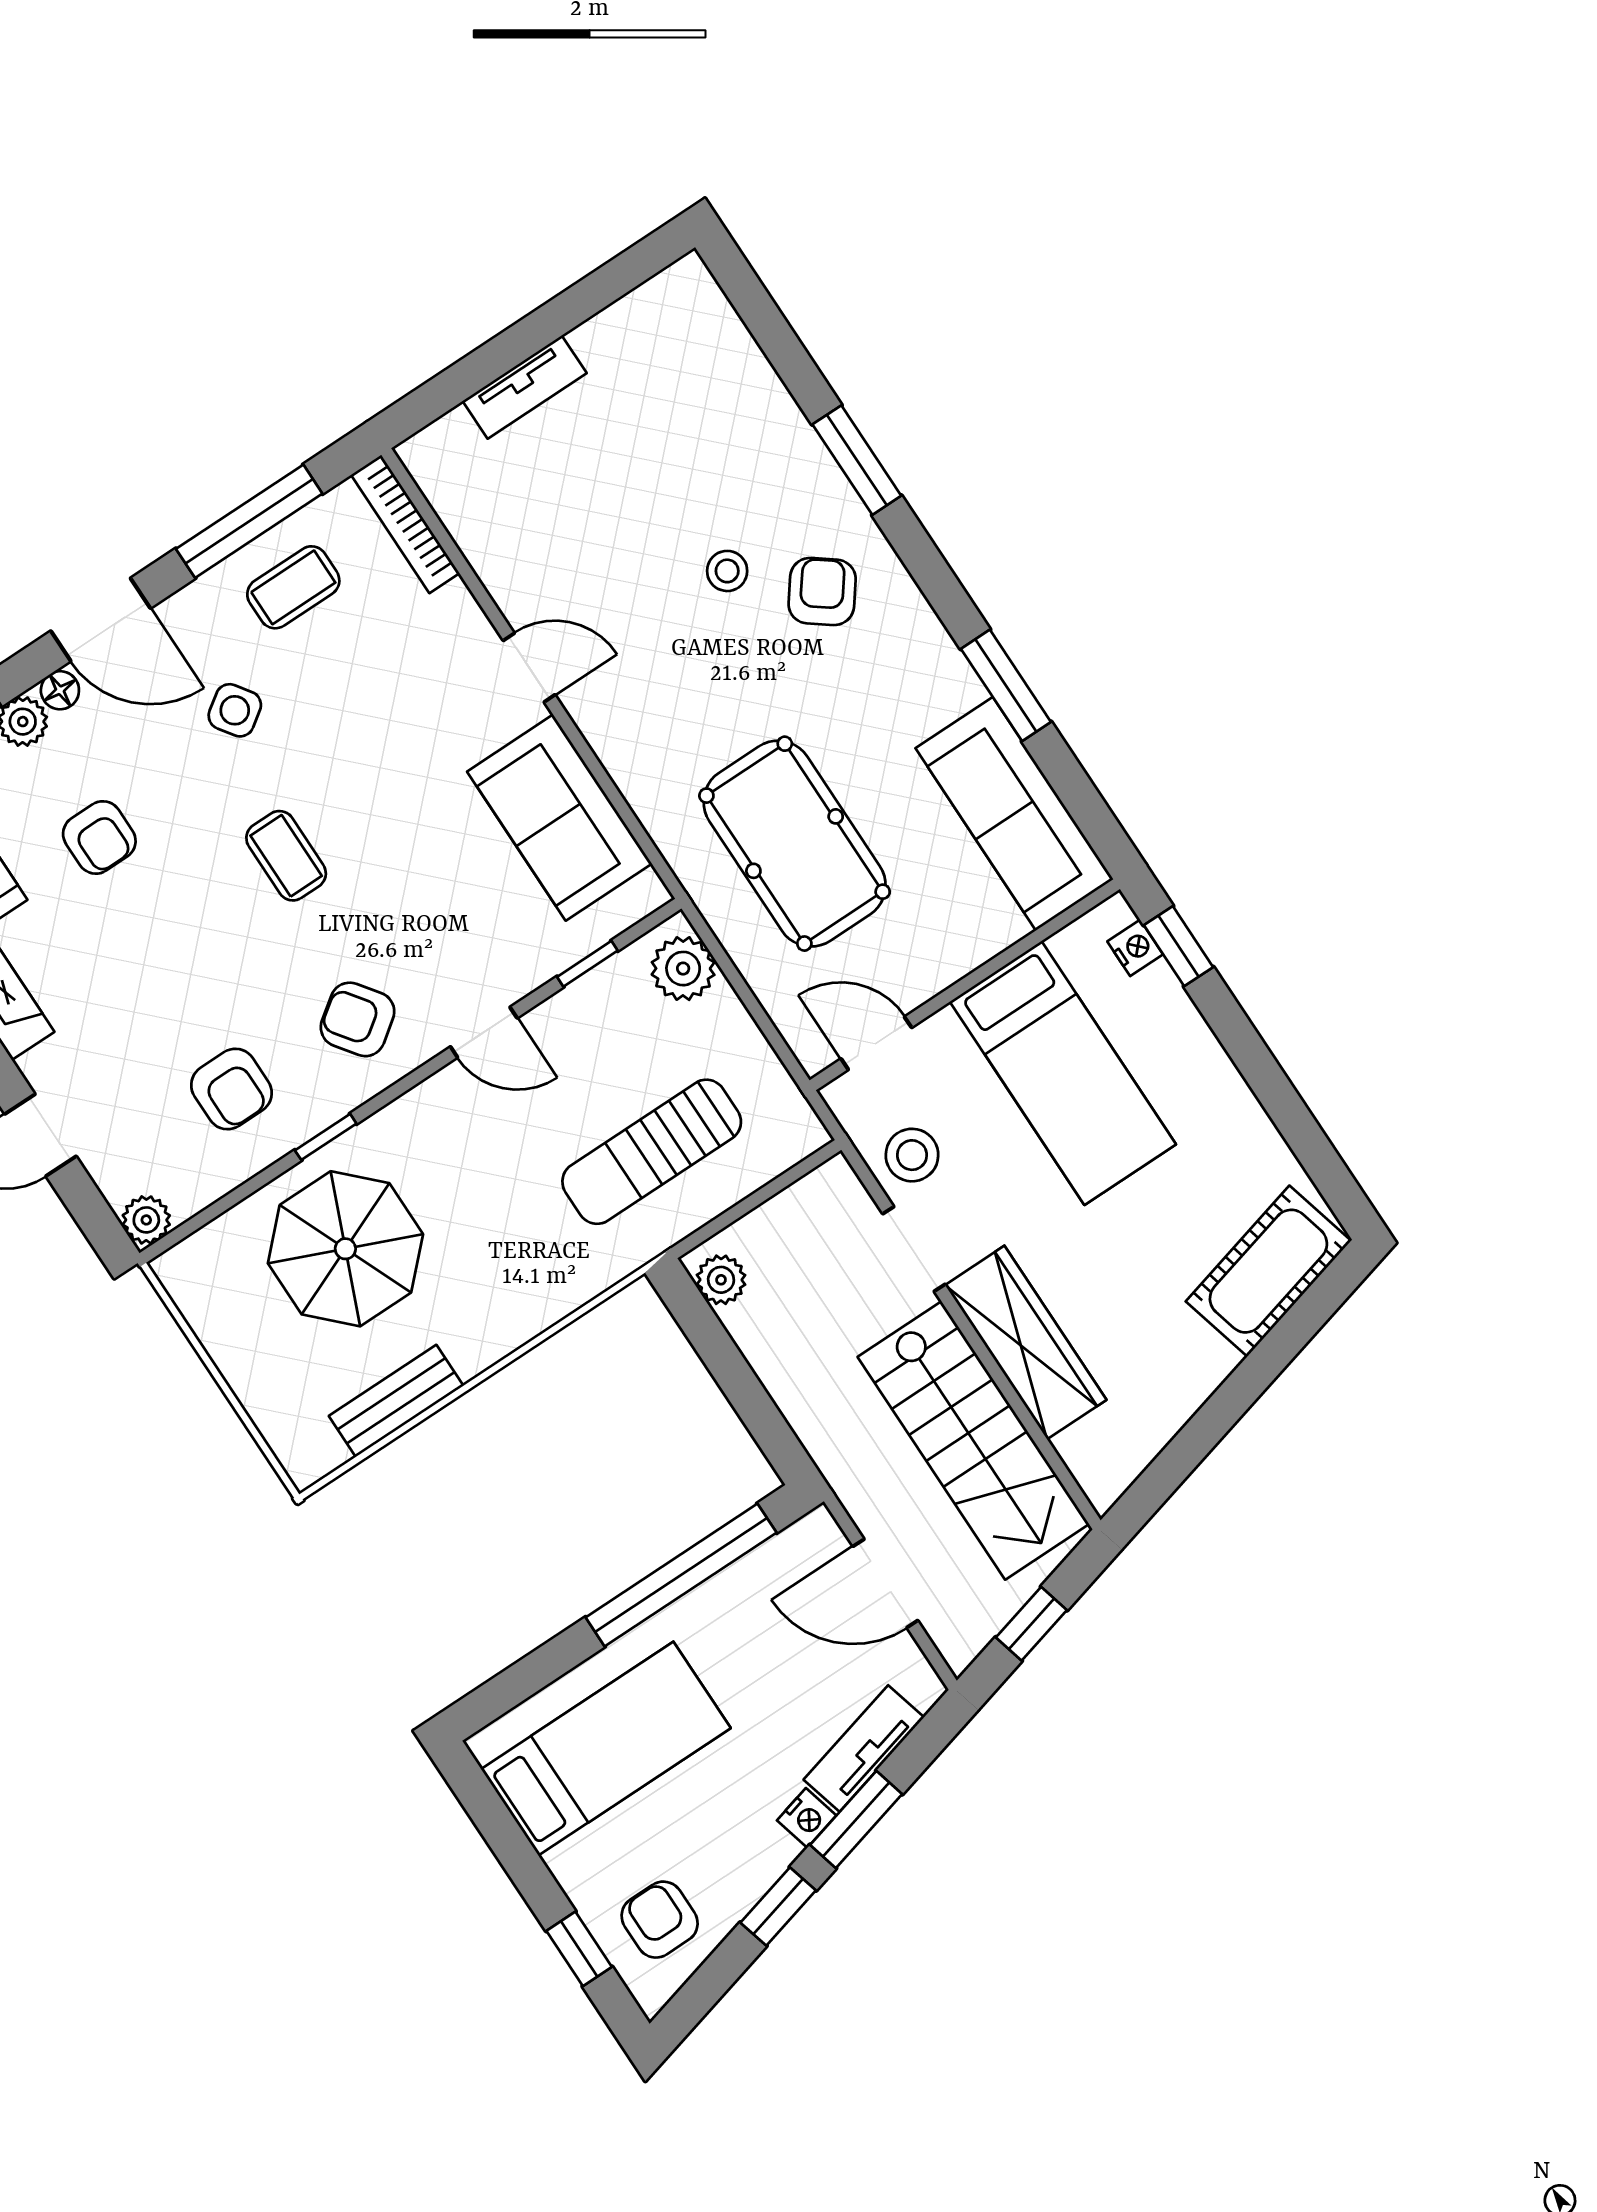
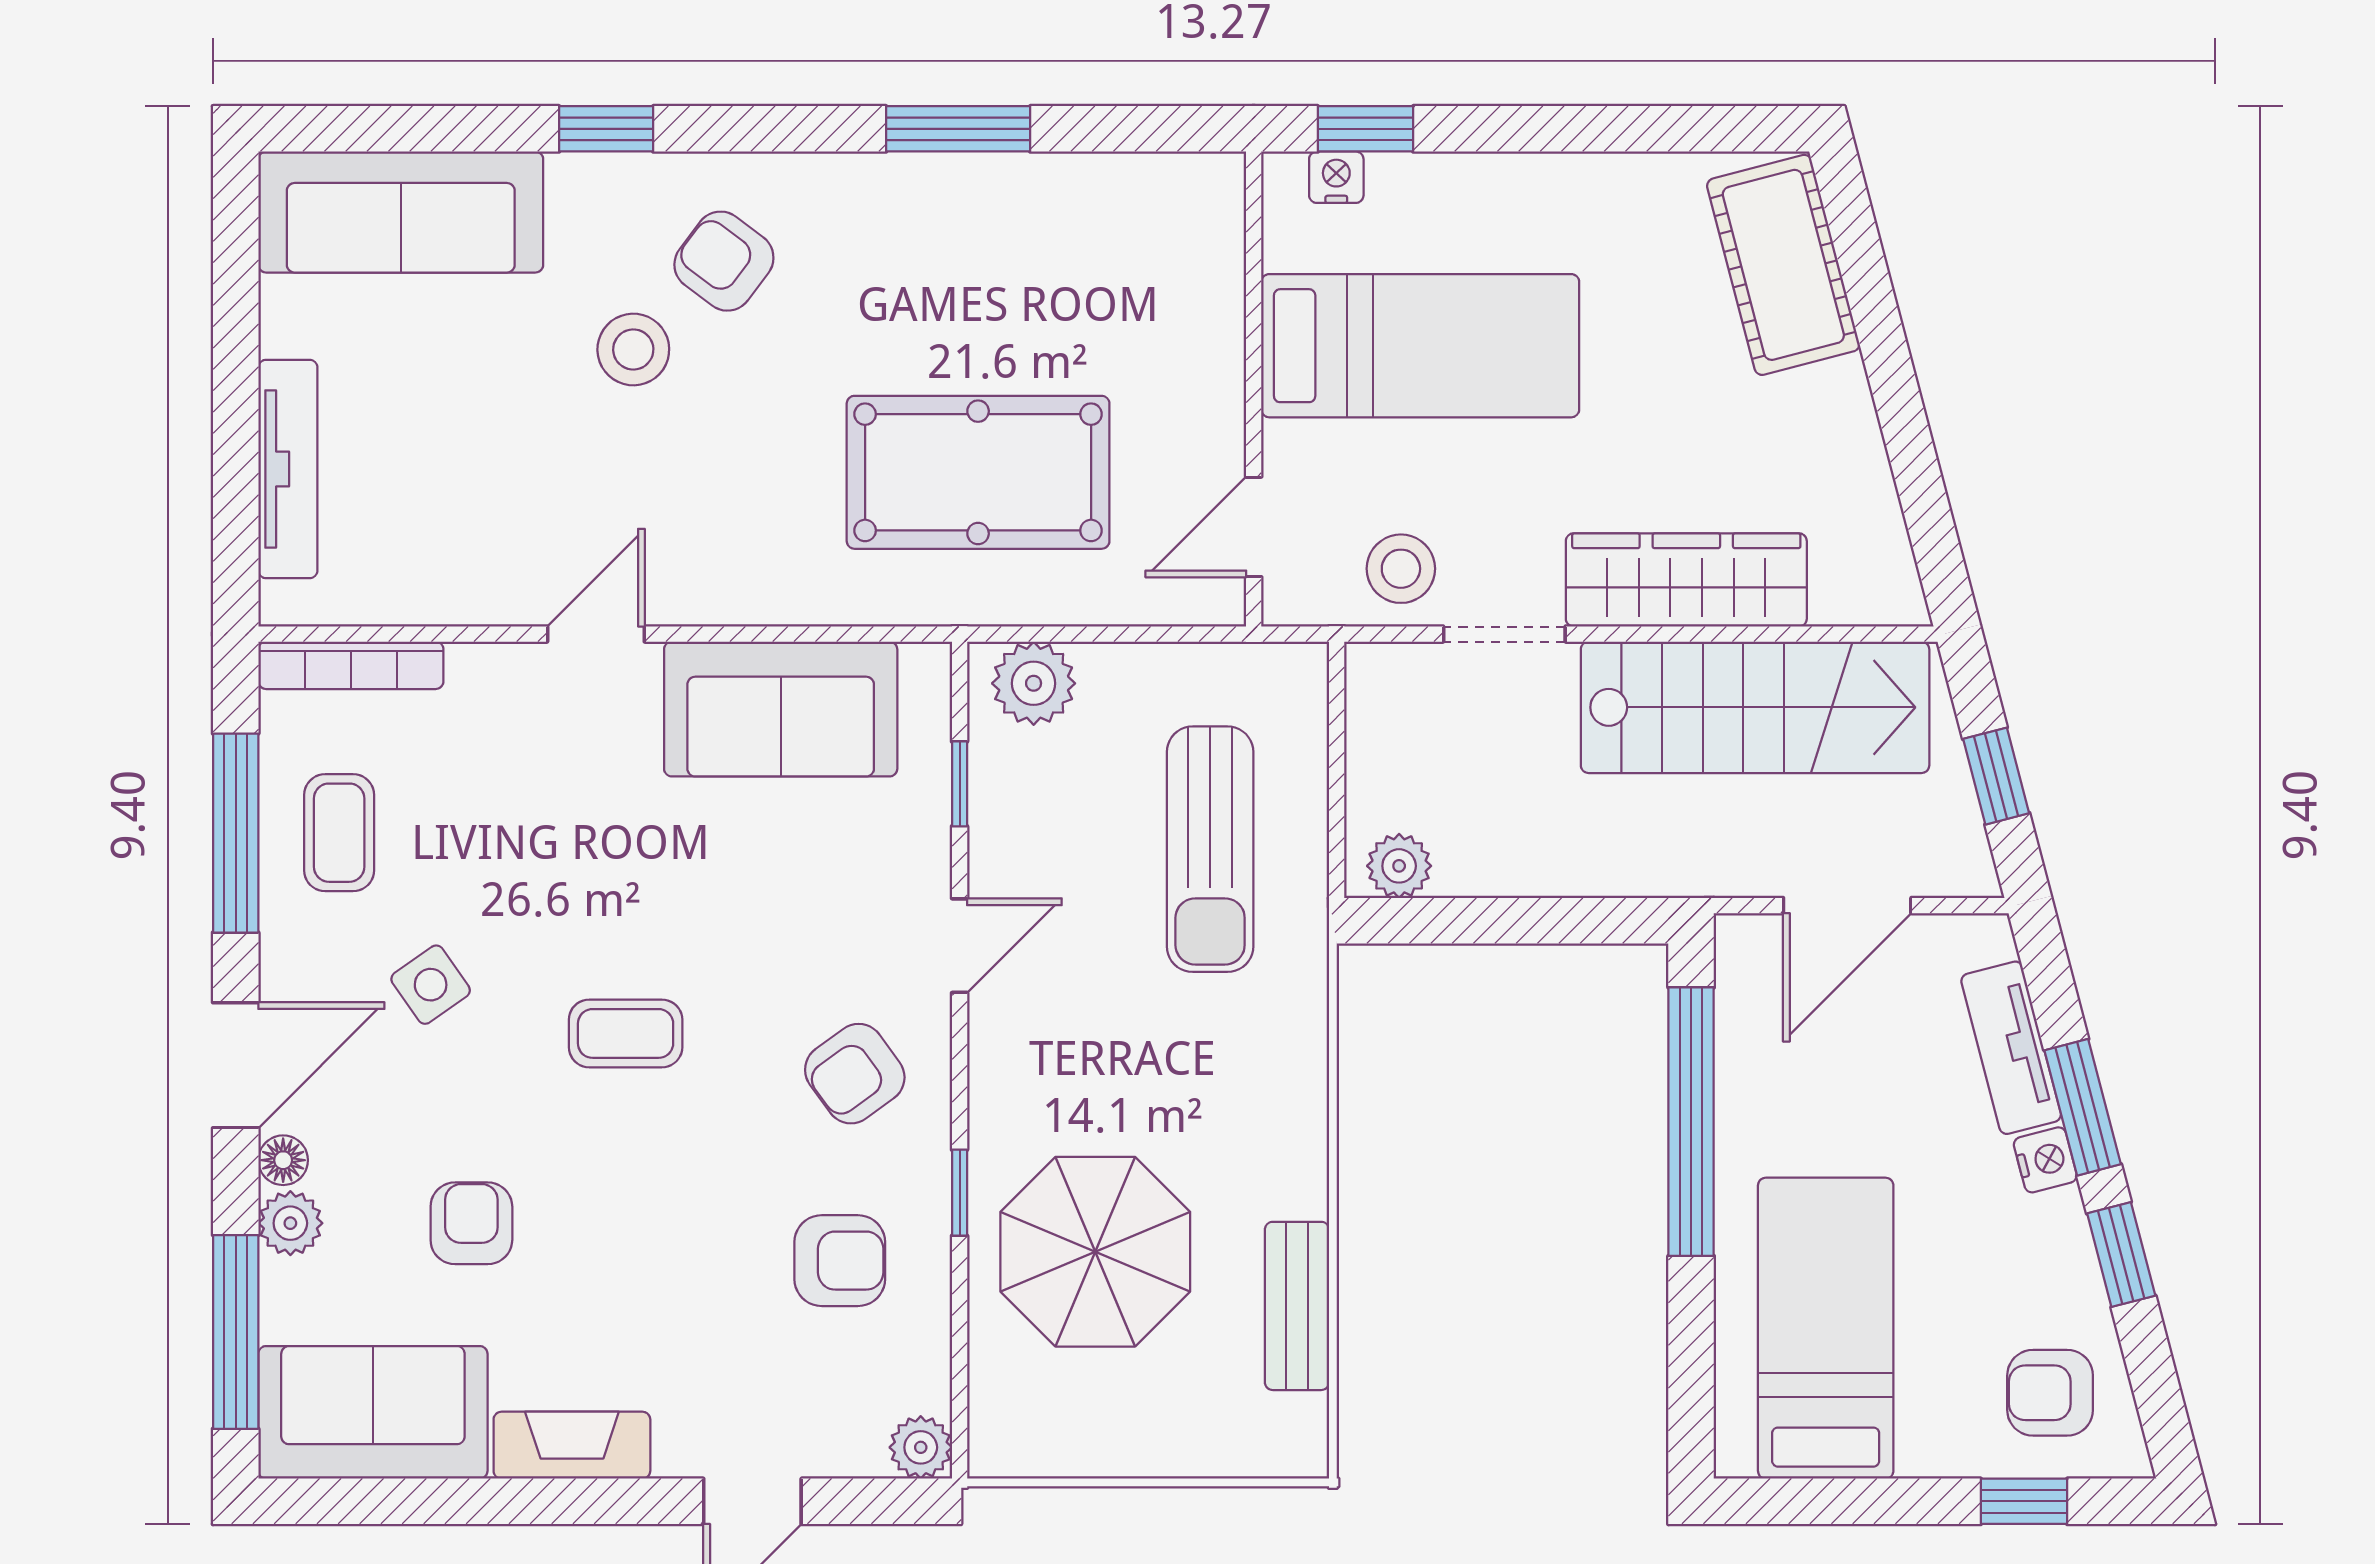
tv unit: (525, 387) -> (288, 469), width x1.41
window: (857, 460) -> (606, 129), width x0.67
stool: (727, 571) -> (633, 349), width x1.37, depth x1.37
sofa: (1014, 814) -> (401, 212), moved
armchair: (99, 837) -> (471, 1223), turned -90

